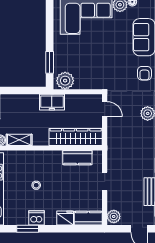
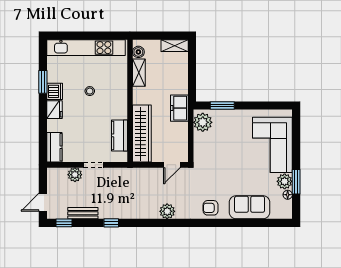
plant: (114, 216) -> (75, 175), moved
fridge: (65, 218) -> (55, 110), moved

